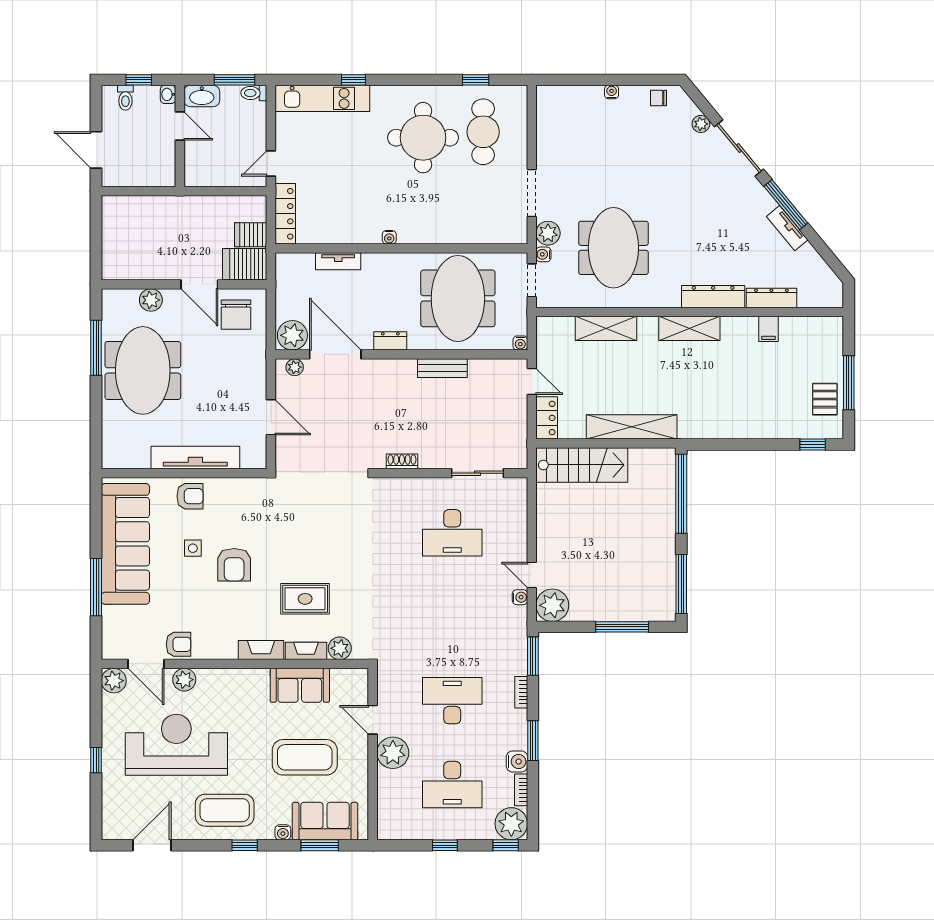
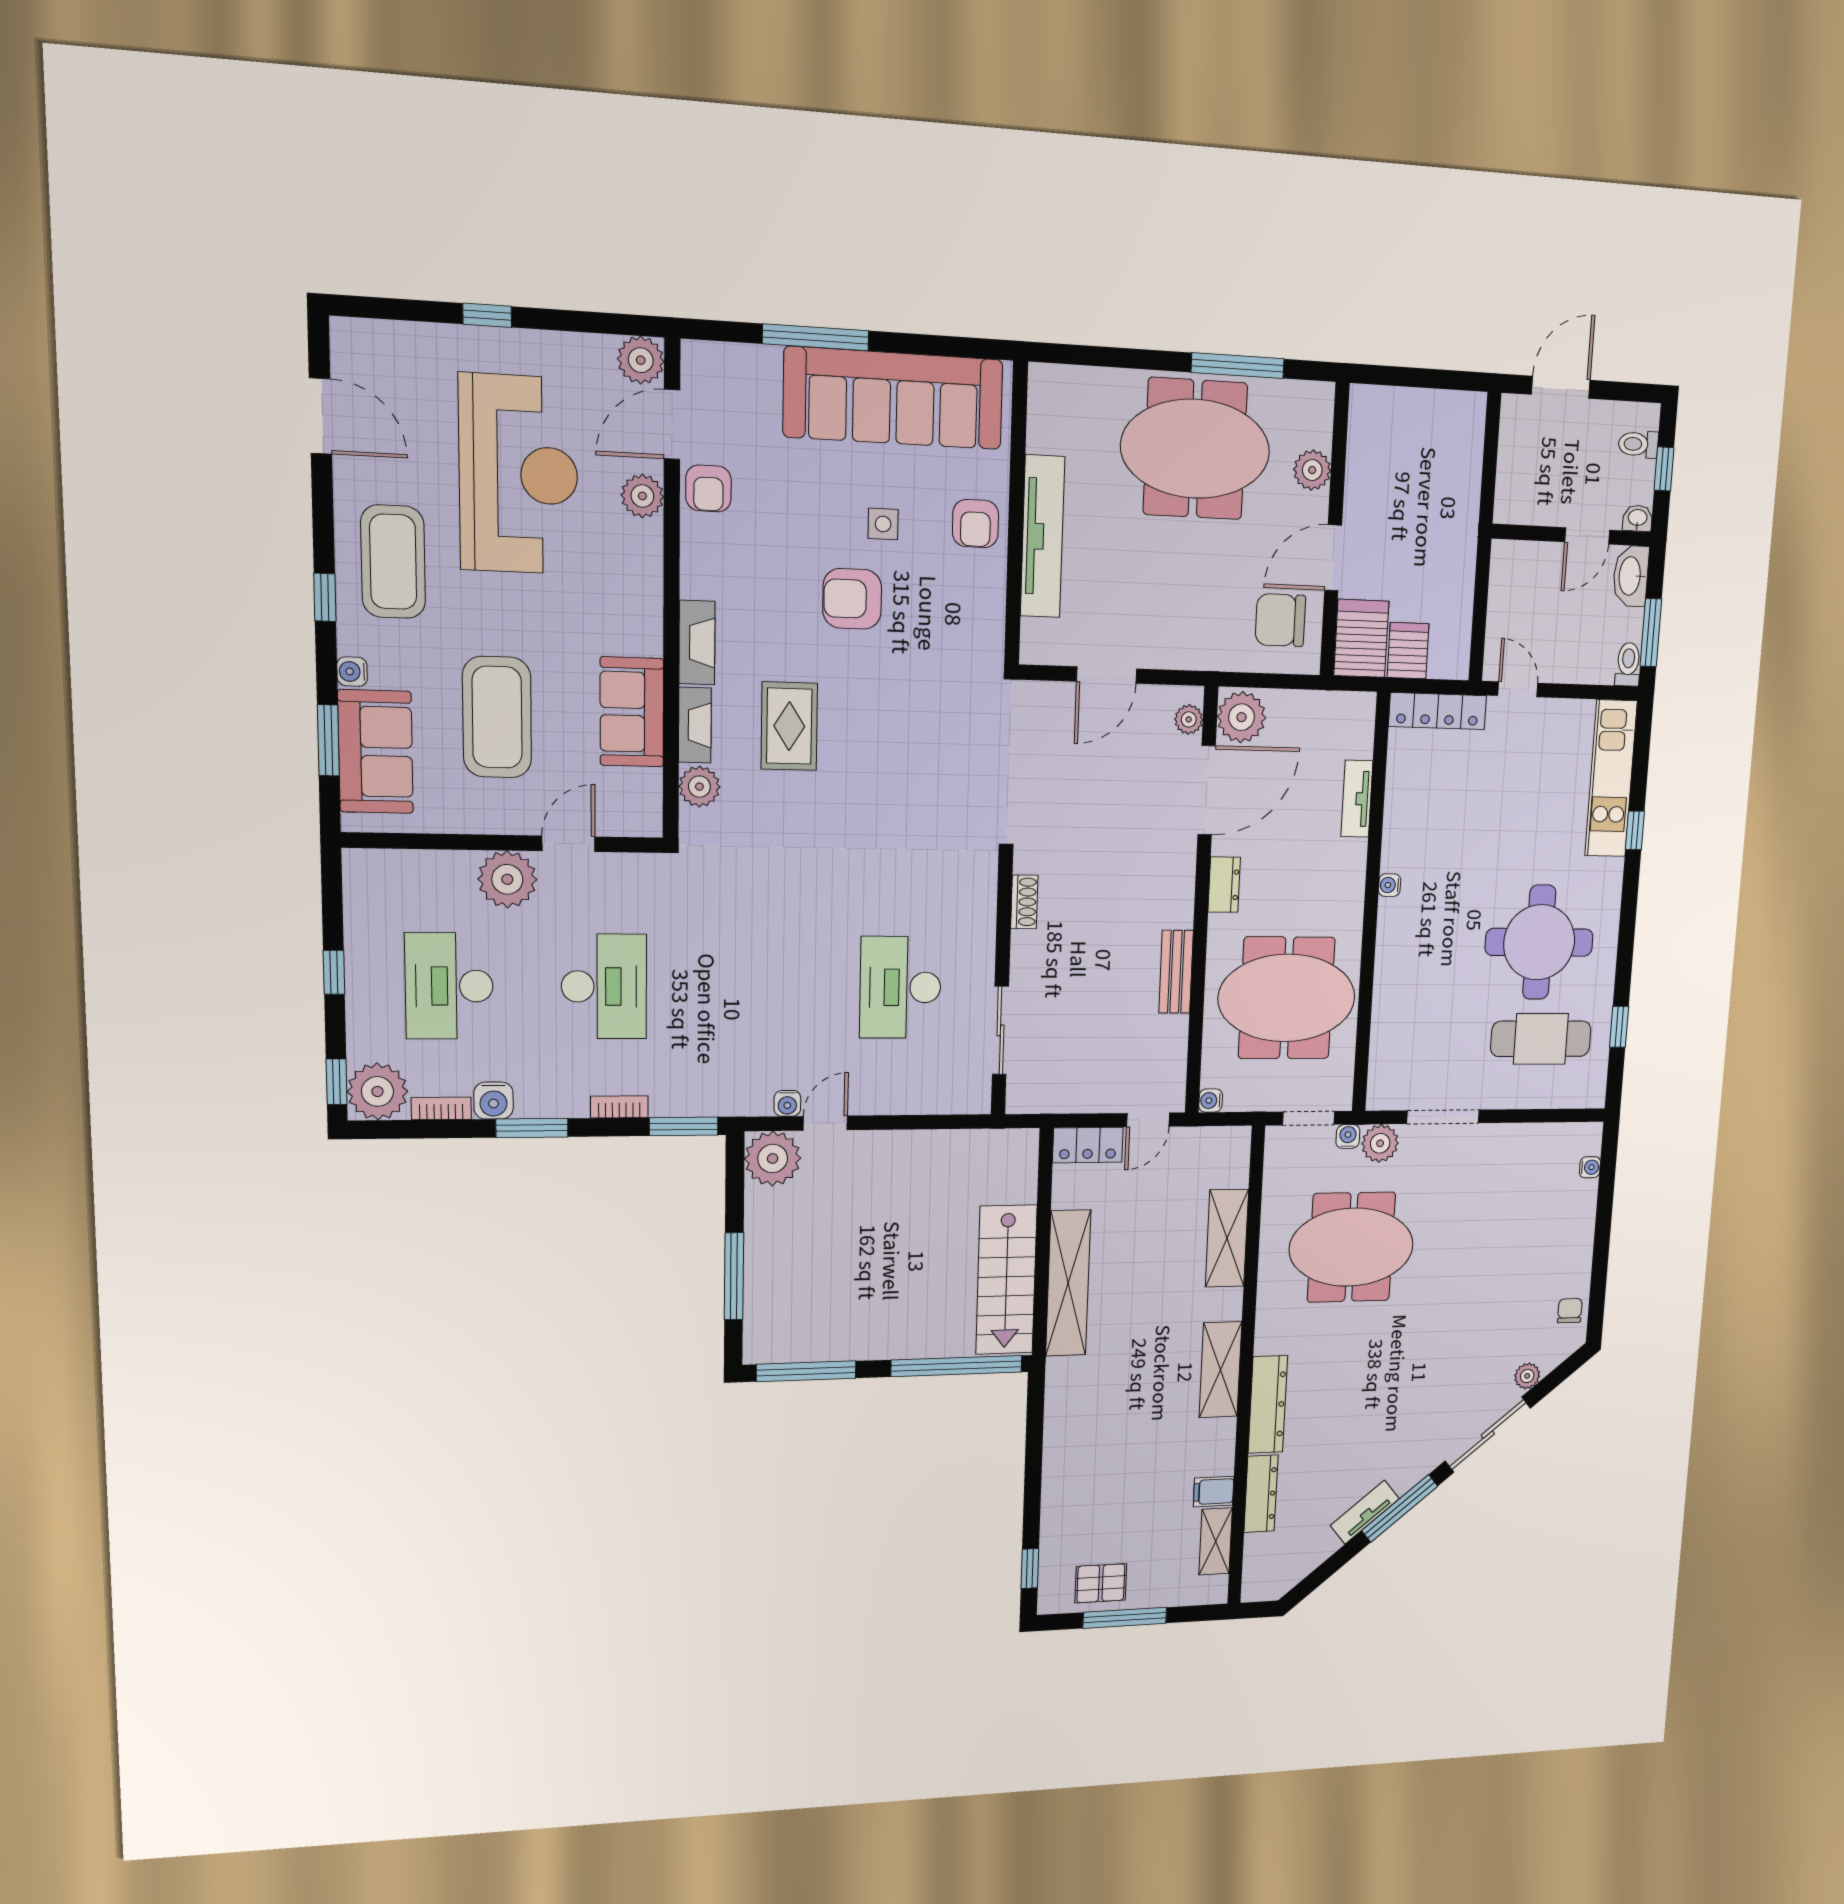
water cooler: (612, 92) -> (1590, 1167), moved
shelving: (801, 326) -> (1216, 1541), added
stairs: (582, 465) -> (1006, 1280), moved

